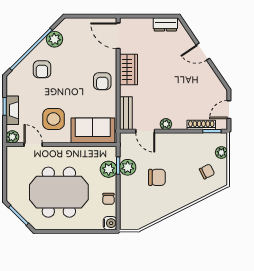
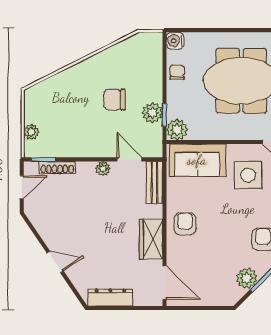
dresser: (165, 24) -> (110, 297), width x1.44
plant: (109, 169) -> (177, 130), moved
chair: (207, 171) -> (50, 107), removed

